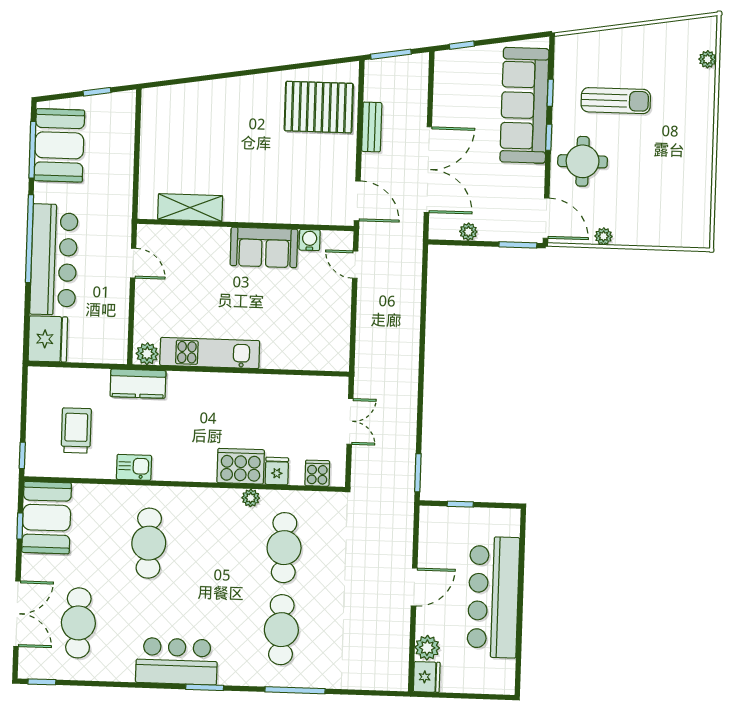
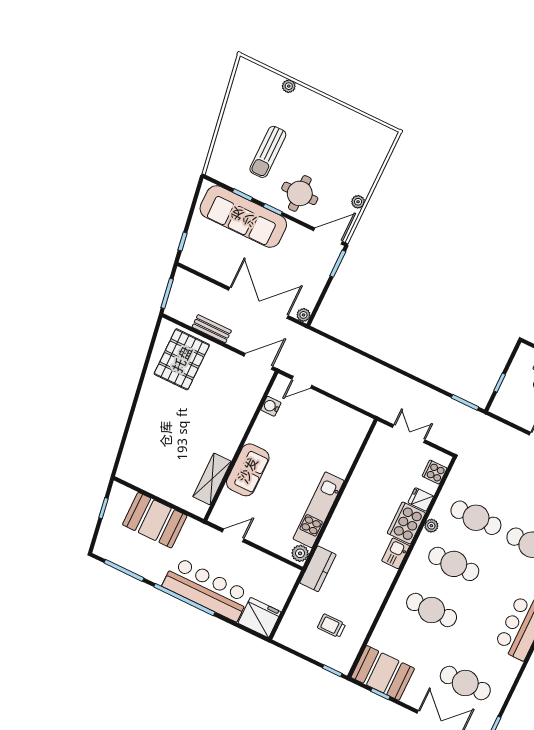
plant: (708, 59) -> (289, 86), moved
sun lounger: (616, 101) -> (268, 152), turned 180
booth: (59, 145) -> (155, 520), moved
plant: (468, 232) -> (303, 315), moved
sofa: (264, 247) -> (248, 470), moved
trolley: (76, 430) -> (331, 626), width x0.73, depth x0.72
kitchen sink: (134, 467) -> (396, 553), moved
cafe table: (216, 545) -> (454, 564), added

